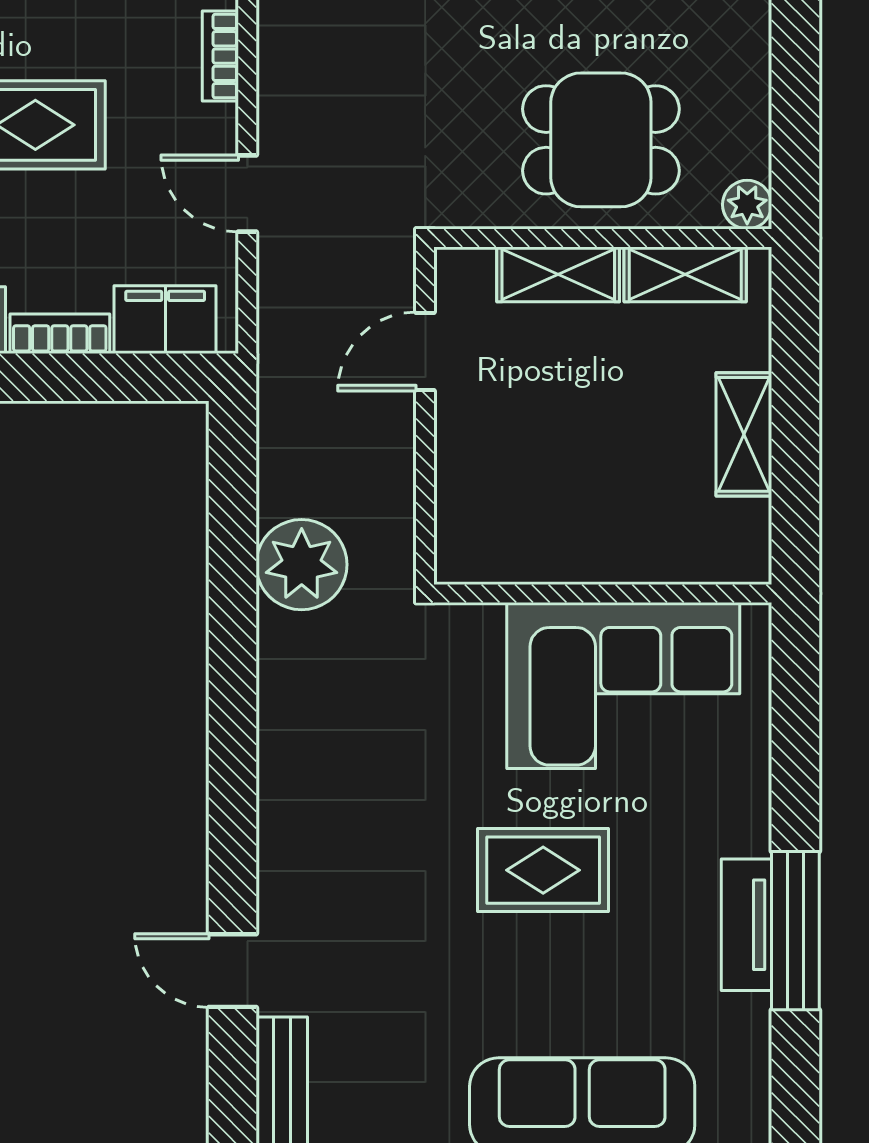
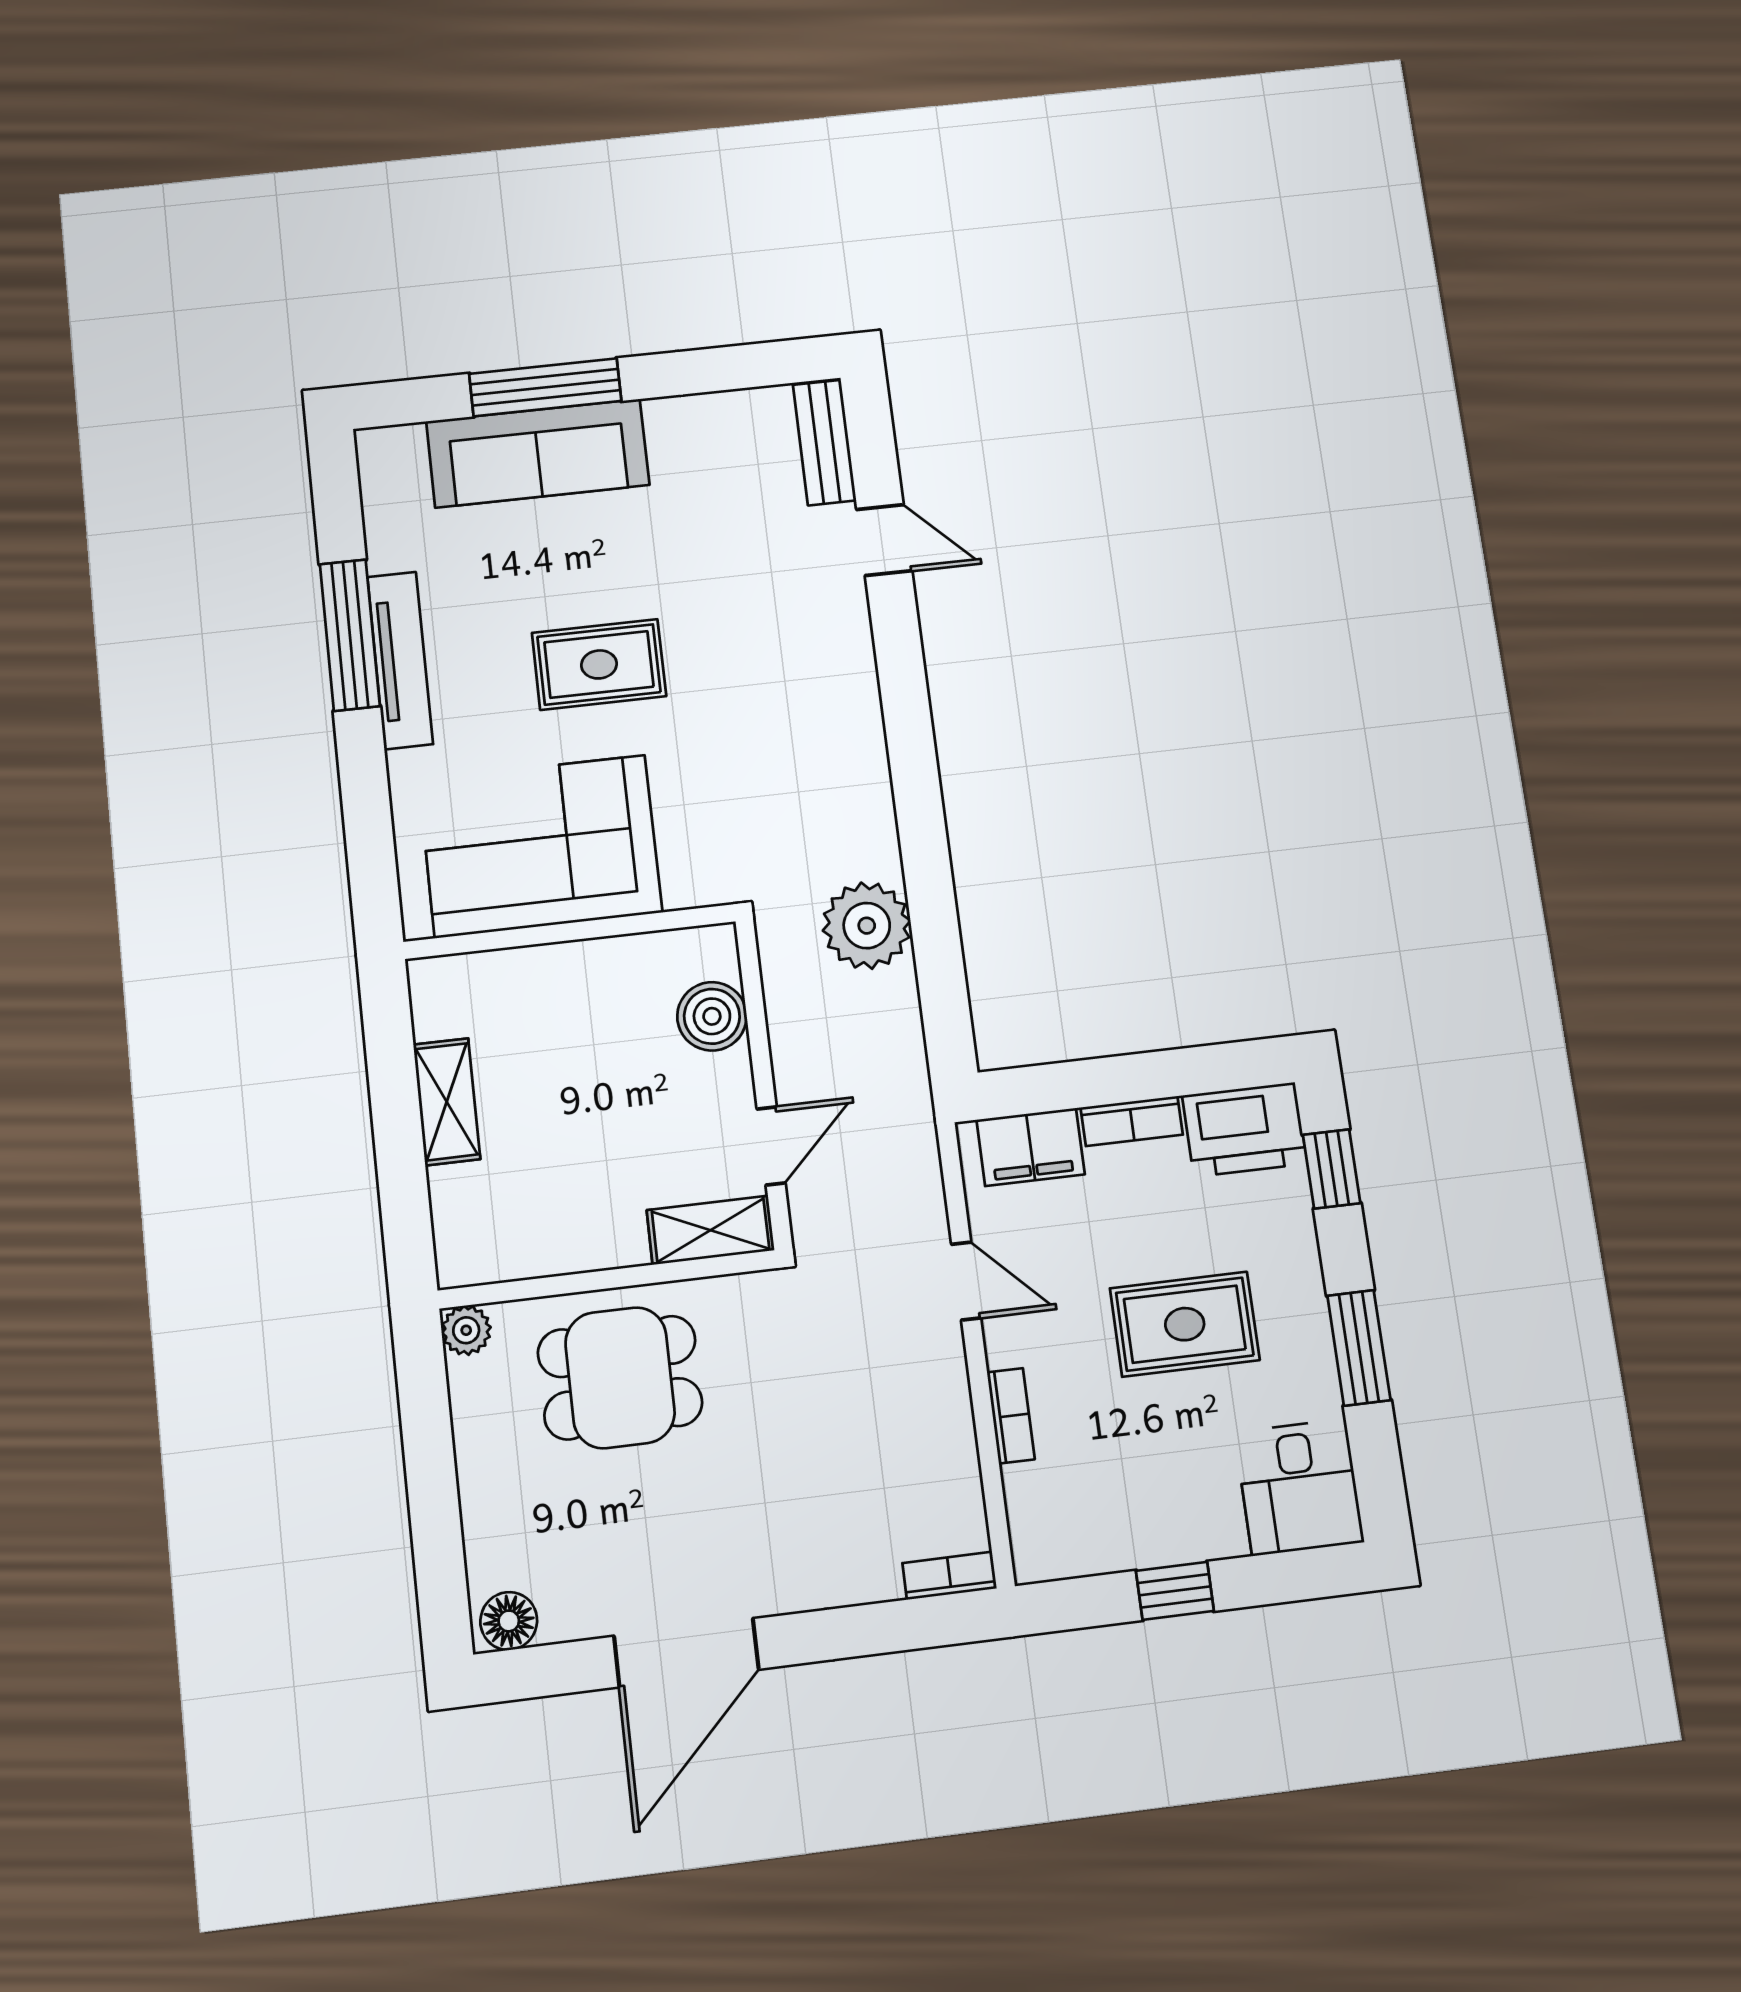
shelving: (558, 274) -> (711, 1230), moved
shelving: (685, 274) -> (521, 1253), removed
boiler: (469, 490) -> (712, 1016), added
tv unit: (746, 925) -> (400, 660), width x1.41

